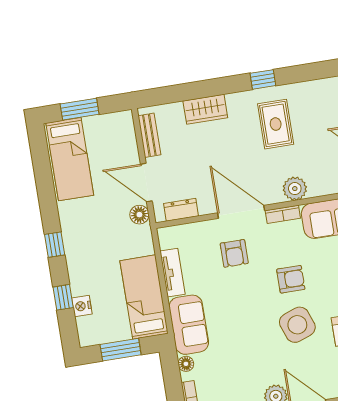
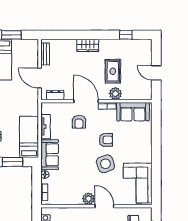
window: (263, 79) -> (126, 35), moved
wardrobe: (205, 109) -> (88, 45), moved
rug: (276, 124) -> (113, 71), moved
floor lamp: (139, 215) -> (33, 94), removed

